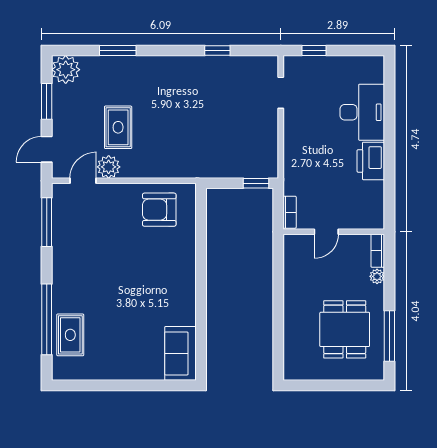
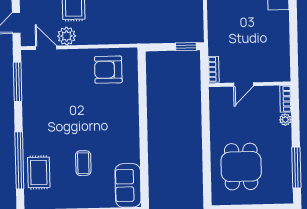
printer: (371, 161) -> (278, 26), removed
door: (83, 181) -> (46, 48), hinge flipped
coffee table: (126, 325) -> (83, 163), added
dining table: (345, 329) -> (241, 167), moved

